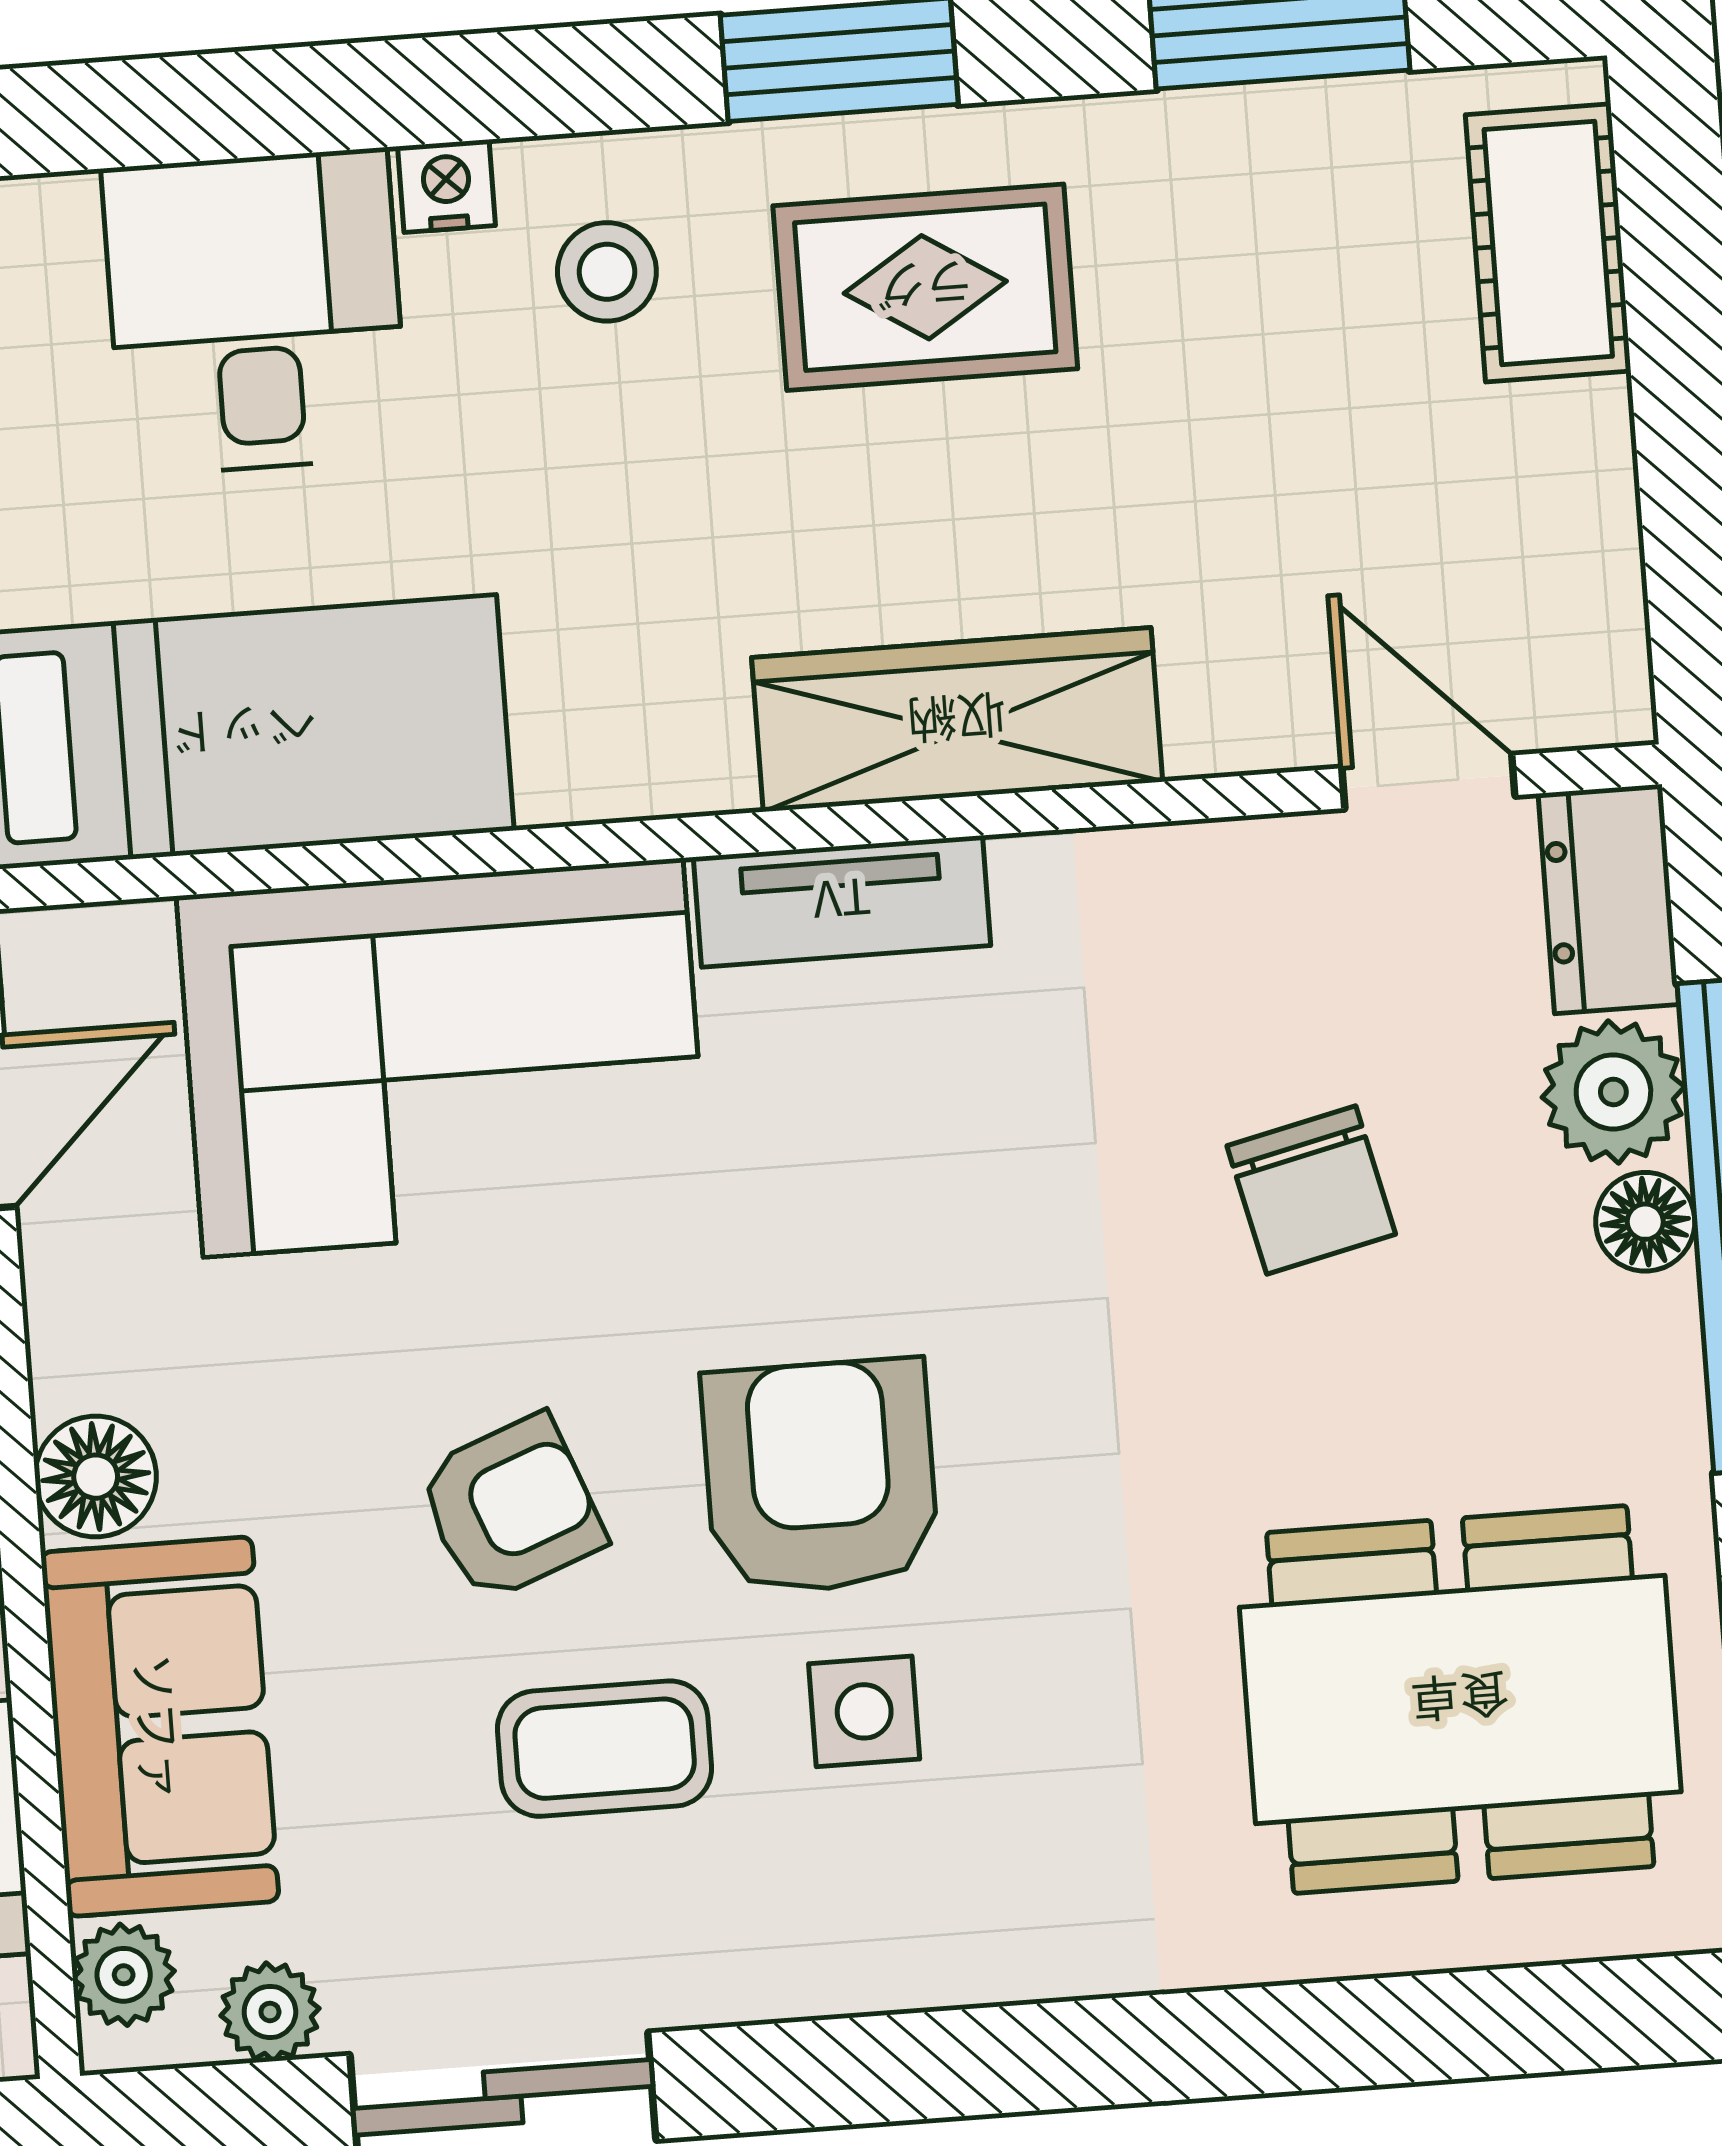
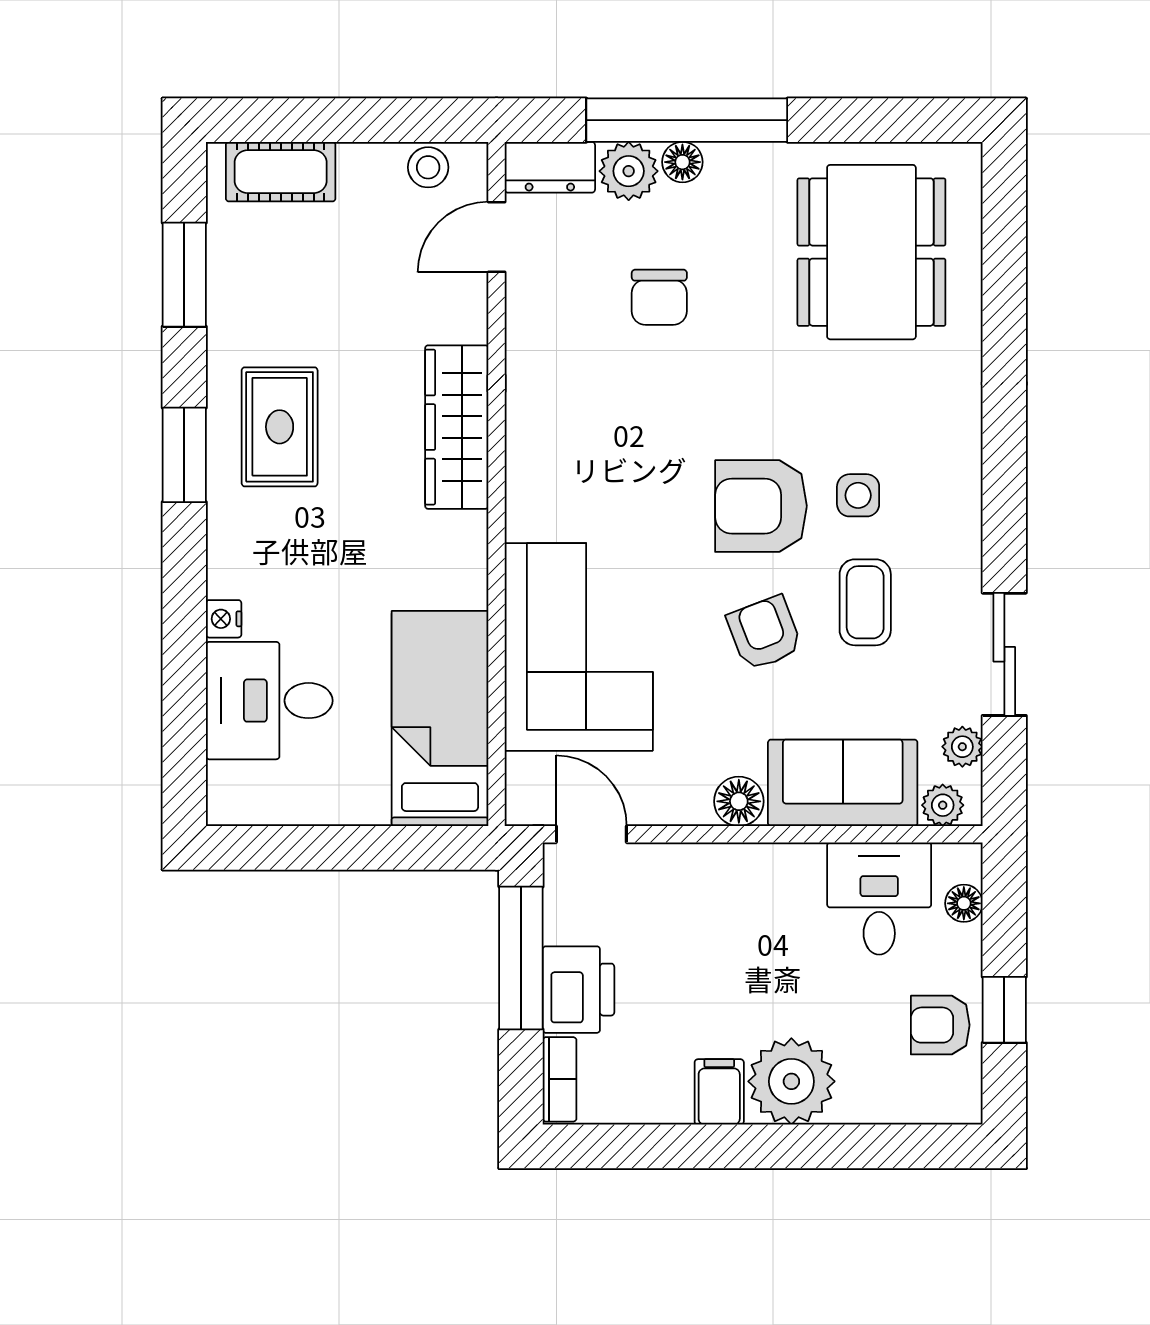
stool: (607, 272) -> (428, 167), moved
tv unit: (842, 901) -> (527, 480), removed
chair: (1311, 1190) -> (659, 297), turned 103

